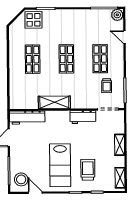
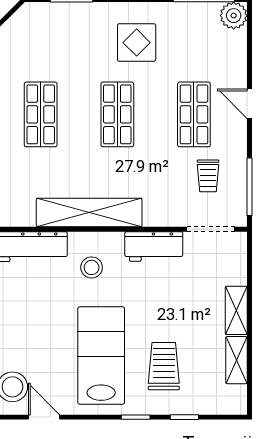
display table: (33, 20) -> (137, 43), moved
door: (124, 37) -> (250, 104), moved
shelving: (54, 102) -> (89, 213), width x1.47
stool: (56, 127) -> (92, 267), added
lab bench: (60, 165) -> (101, 355), turned 180
shelving: (120, 178) -> (237, 360), moved

